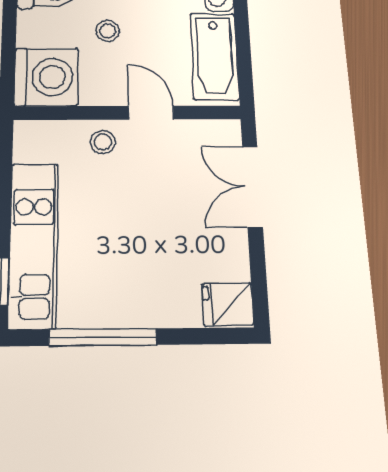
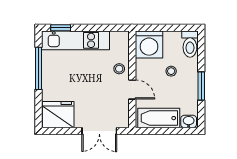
door: (151, 113) -> (132, 89), hinge flipped
double door: (252, 186) -> (99, 131), swing flipped
fridge: (228, 304) -> (58, 115), width x1.88, depth x1.34

